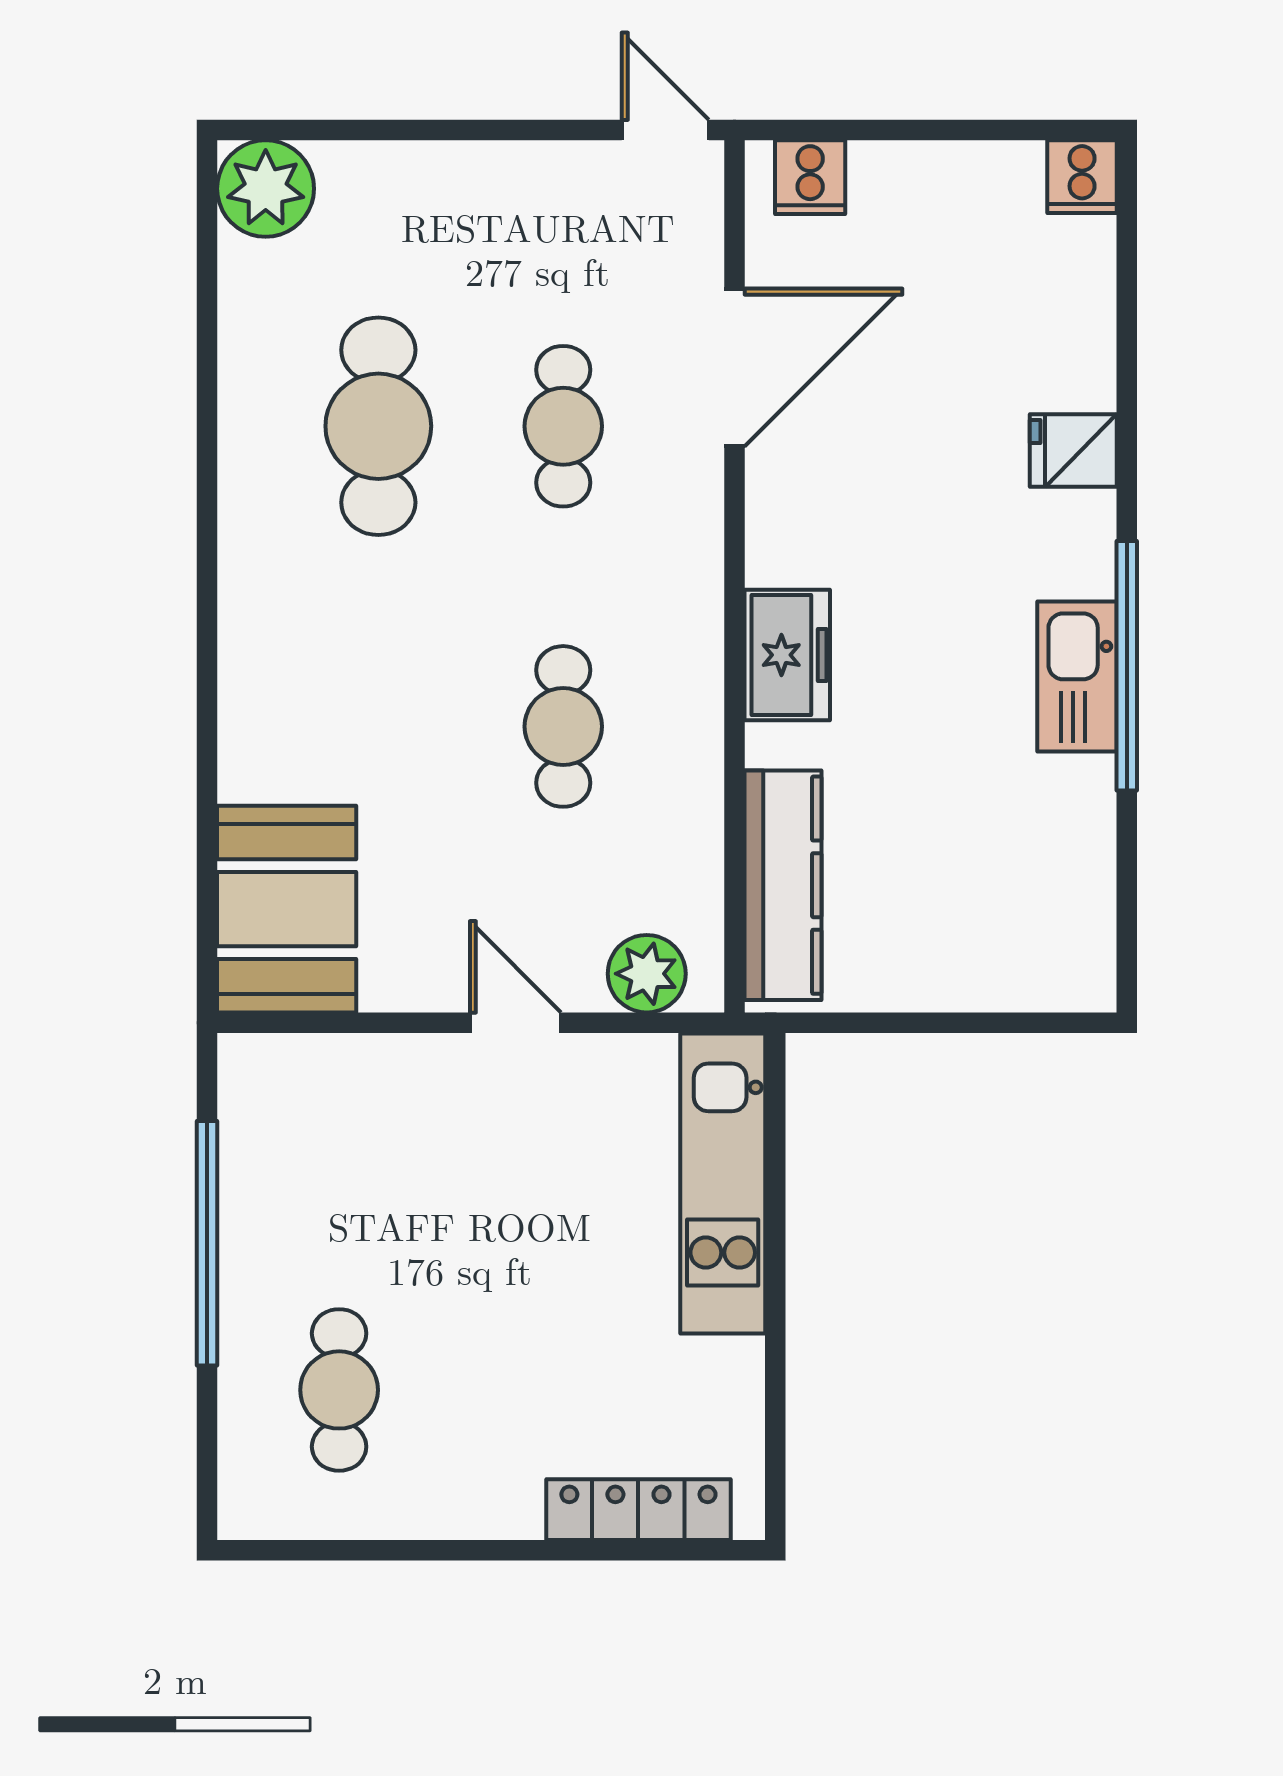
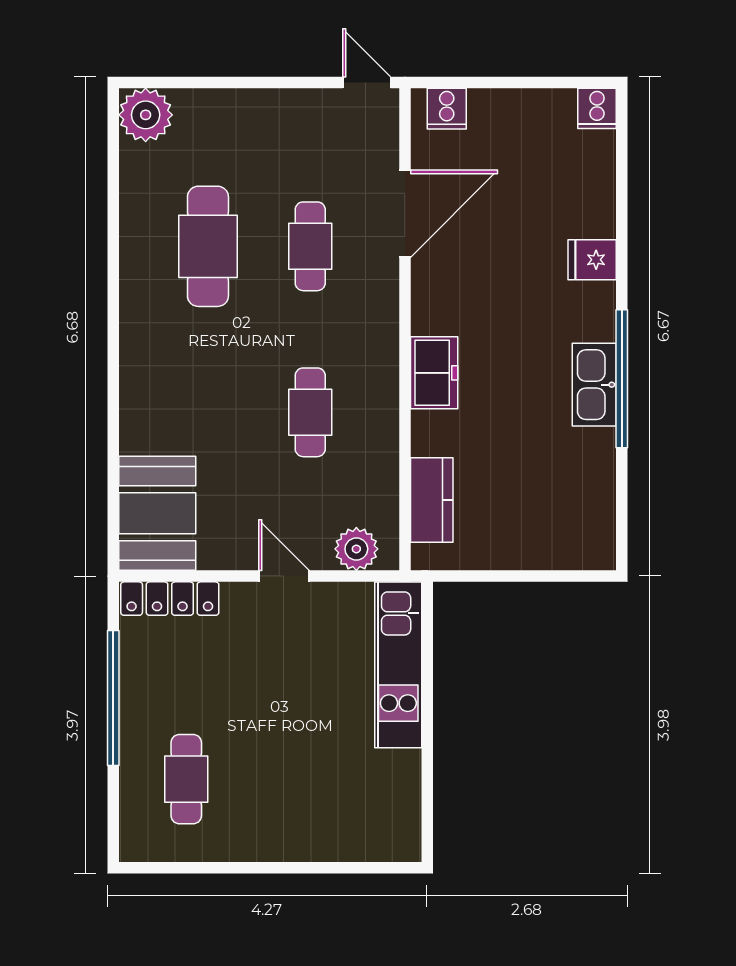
kitchen counter: (783, 885) -> (432, 500), width x0.67
locker: (638, 1510) -> (170, 599), moved, turned 180

